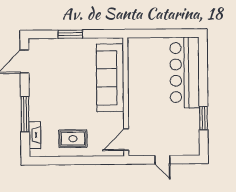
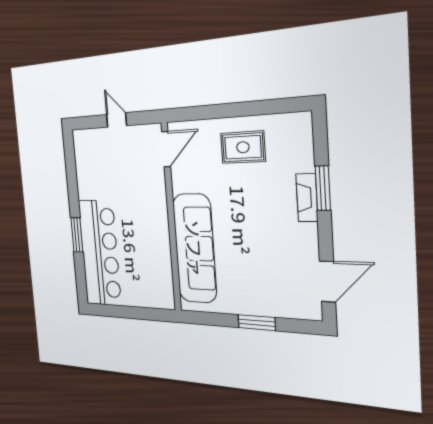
window: (25, 114) -> (323, 188), width x0.69
window: (203, 118) -> (77, 235), moved
fireplace: (35, 135) -> (307, 198), moved

